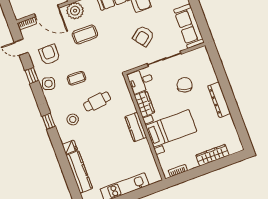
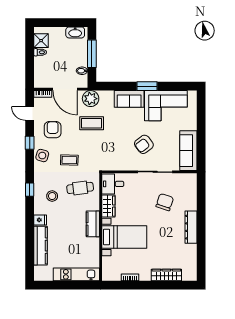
desk: (141, 81) -> (113, 184), moved
wardrobe: (144, 104) -> (108, 206), moved
kitchen counter: (136, 127) -> (93, 224), moved
wall: (144, 127) -> (101, 227), moved
bed with nightstands: (171, 128) -> (124, 237), moved

